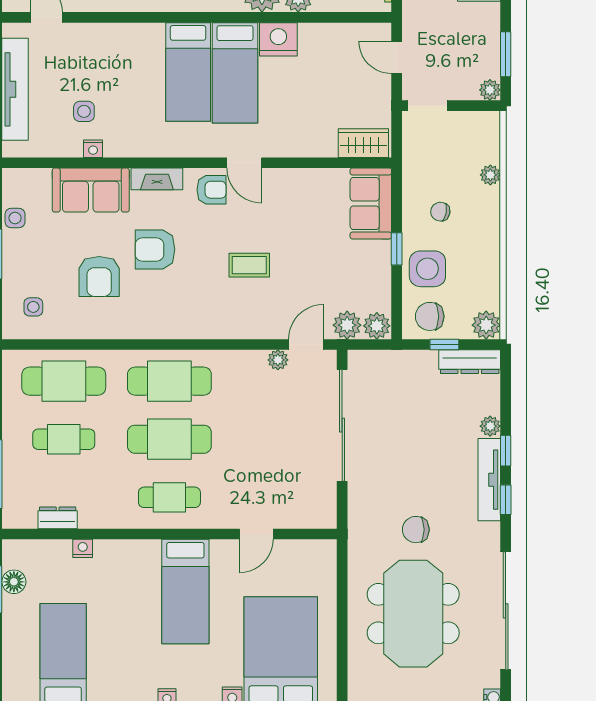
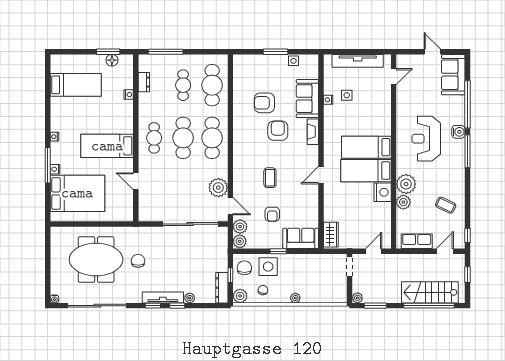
plant: (490, 175) -> (295, 298), moved
armchair: (212, 190) -> (272, 214), moved
chair: (440, 212) -> (263, 290), moved
side table: (33, 307) -> (249, 70), removed
plant: (278, 360) -> (218, 188), width x1.88, depth x1.88

